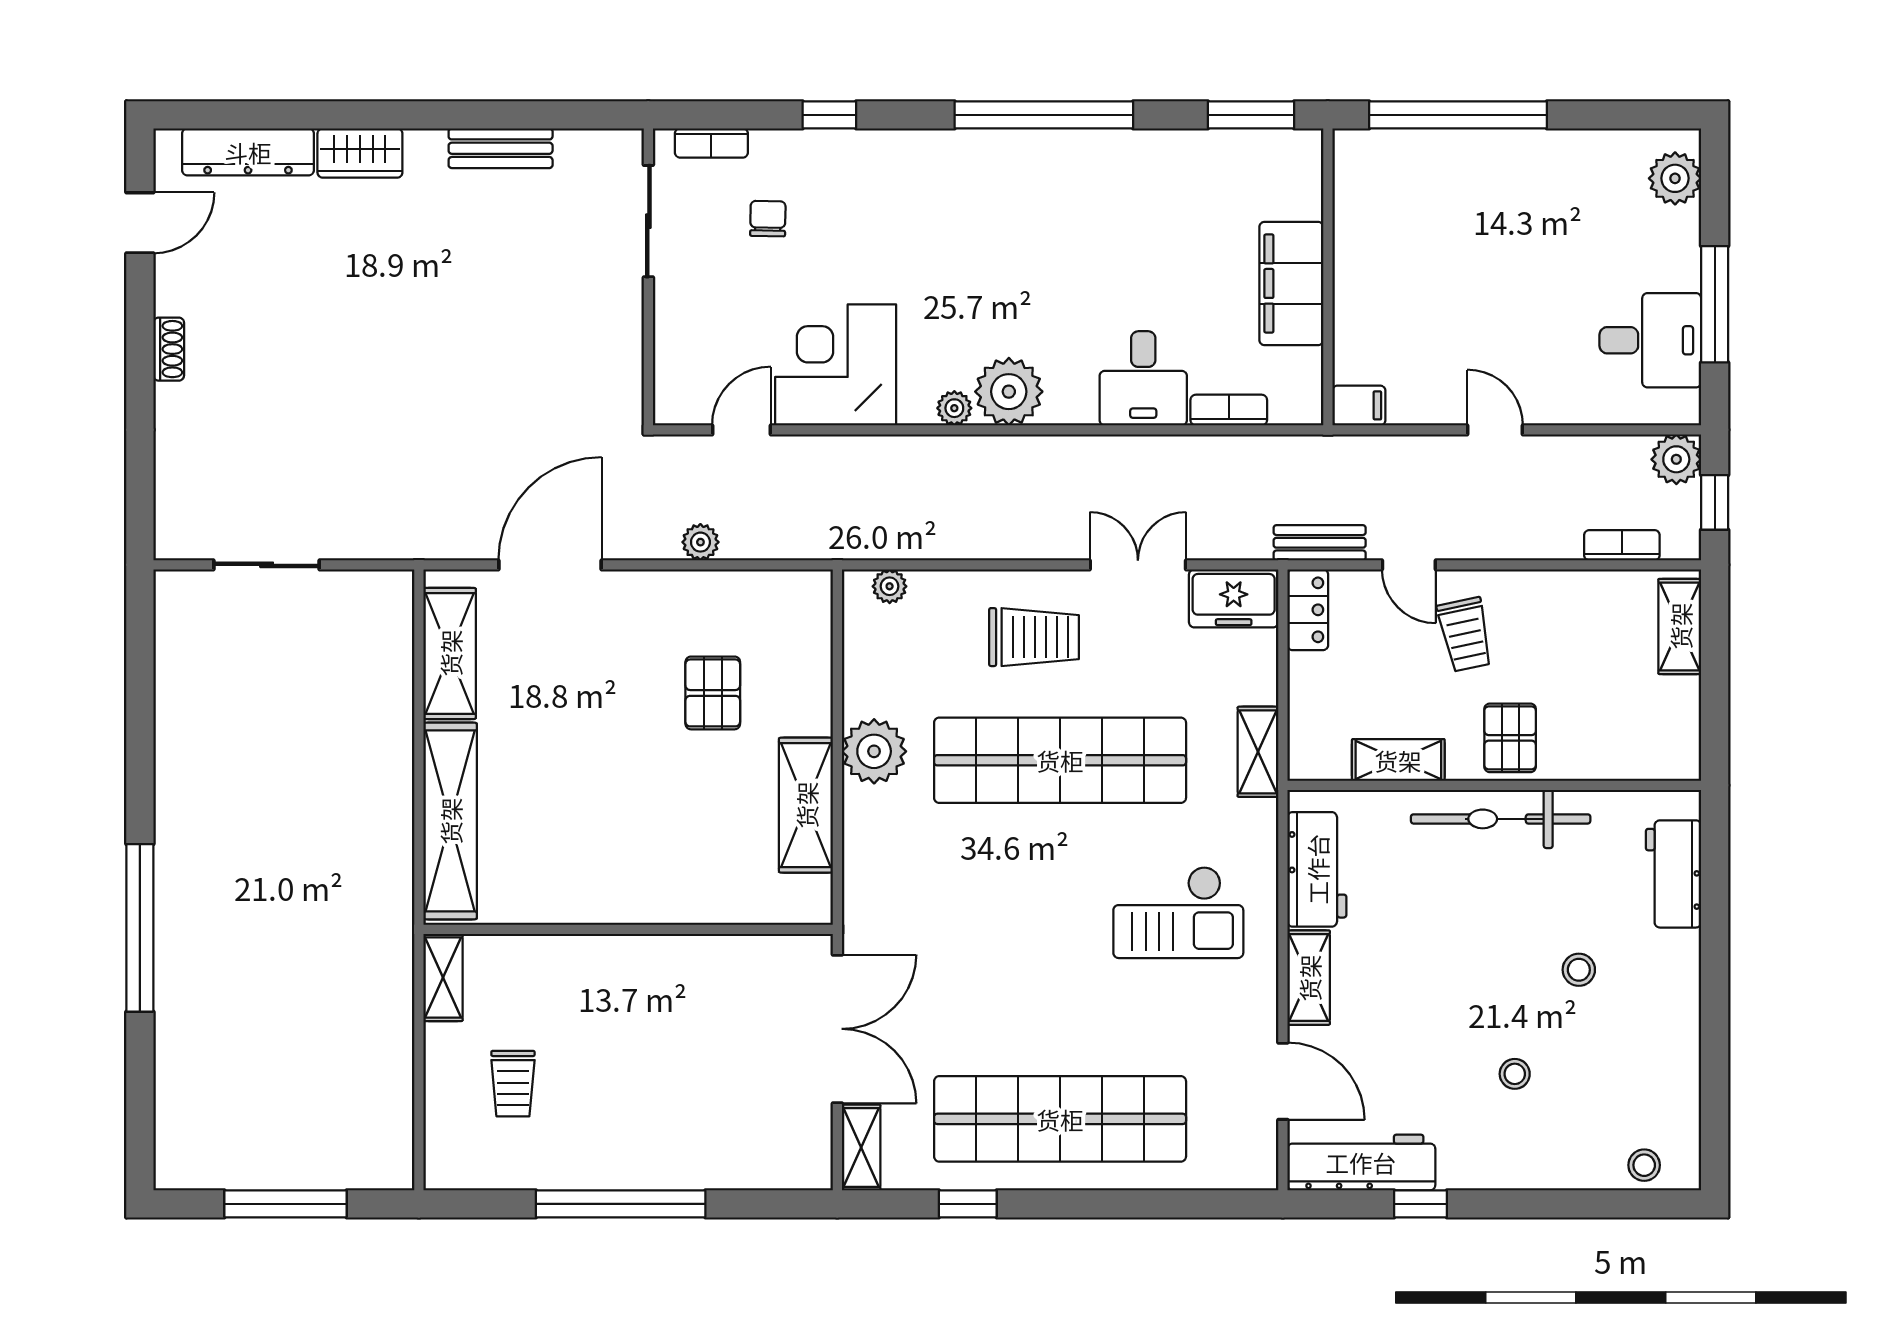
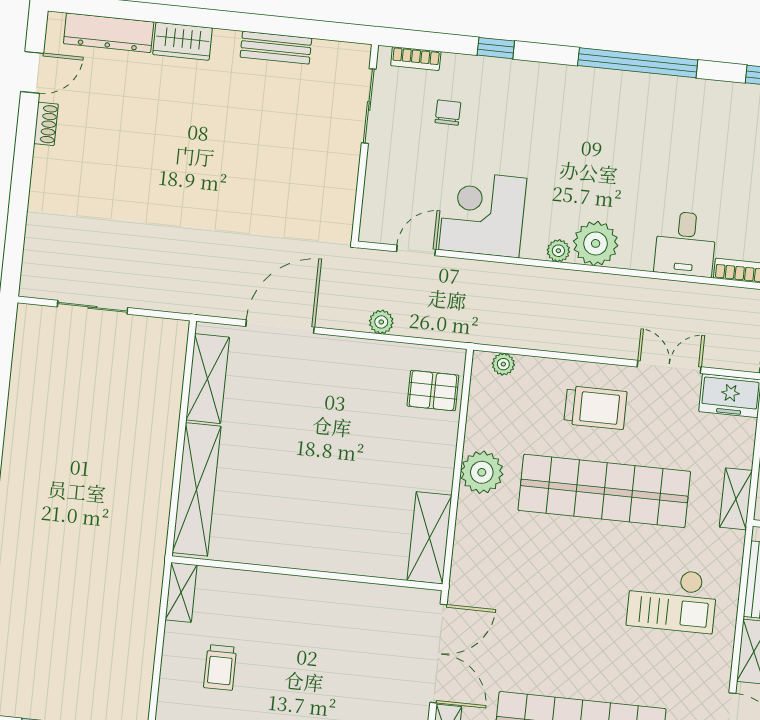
shoe rack: (169, 349) -> (46, 124), moved
pallet: (713, 693) -> (433, 391), moved, turned 90
shelving: (806, 805) -> (429, 538), moved

